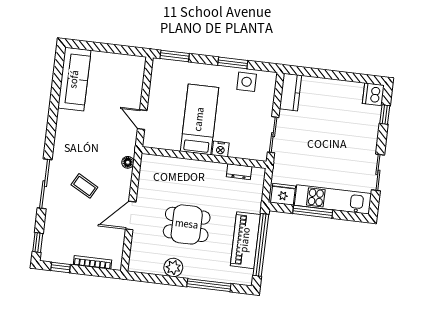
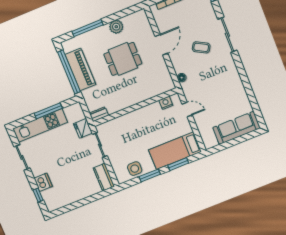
window: (175, 56) -> (178, 164), moved
sofa: (74, 79) -> (237, 128), moved, turned 90
dishwasher: (373, 94) -> (43, 182), moved
bed: (199, 119) -> (175, 151), moved, turned 90
nightstand: (220, 149) -> (166, 103), moved
dresser: (239, 172) -> (99, 114), moved
fridge: (283, 194) -> (83, 128), moved, turned 90

